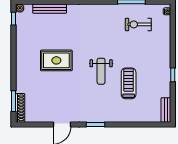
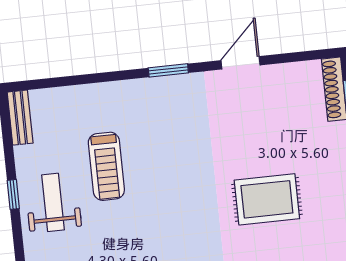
weight bench: (101, 71) -> (53, 202), moved

